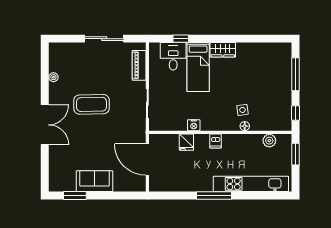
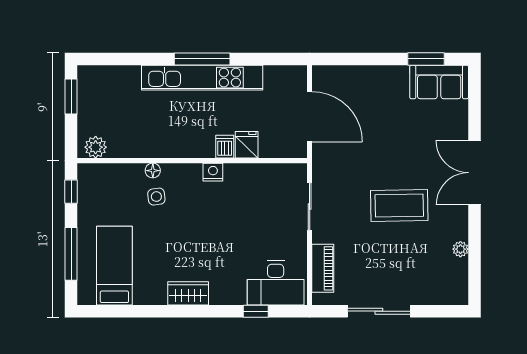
desk: (173, 56) -> (276, 283), width x1.37
bed: (198, 67) -> (114, 266), moved
nightstand: (194, 125) -> (213, 172), moved
dishwasher: (216, 141) -> (225, 147), moved
plant: (269, 141) -> (96, 147), moved
window: (295, 154) -> (71, 96), moved
sofa: (94, 181) -> (439, 82), moved
kitchen unit: (251, 184) -> (202, 78), moved

